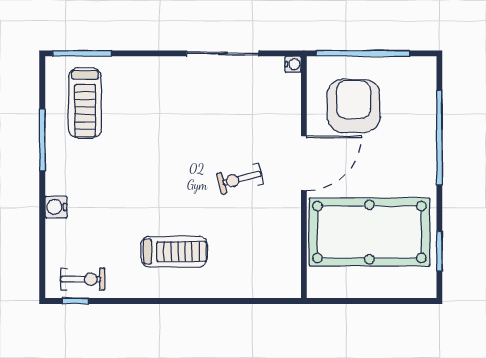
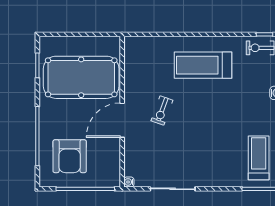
armchair: (354, 106) -> (70, 156), moved
exercise bike: (240, 179) -> (162, 110), turned 124
treadmill: (174, 252) -> (203, 65), width x1.37, depth x1.38

